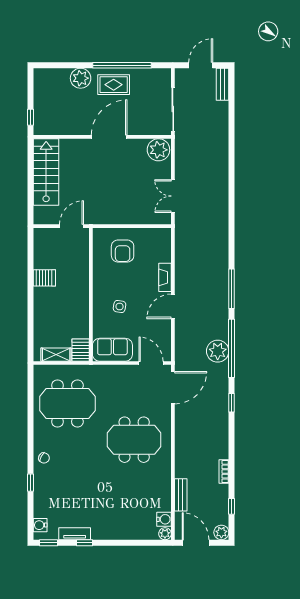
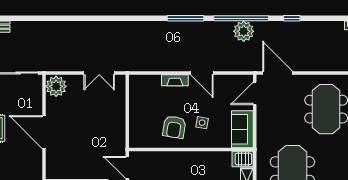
armchair: (123, 251) -> (174, 127), moved, turned 99

